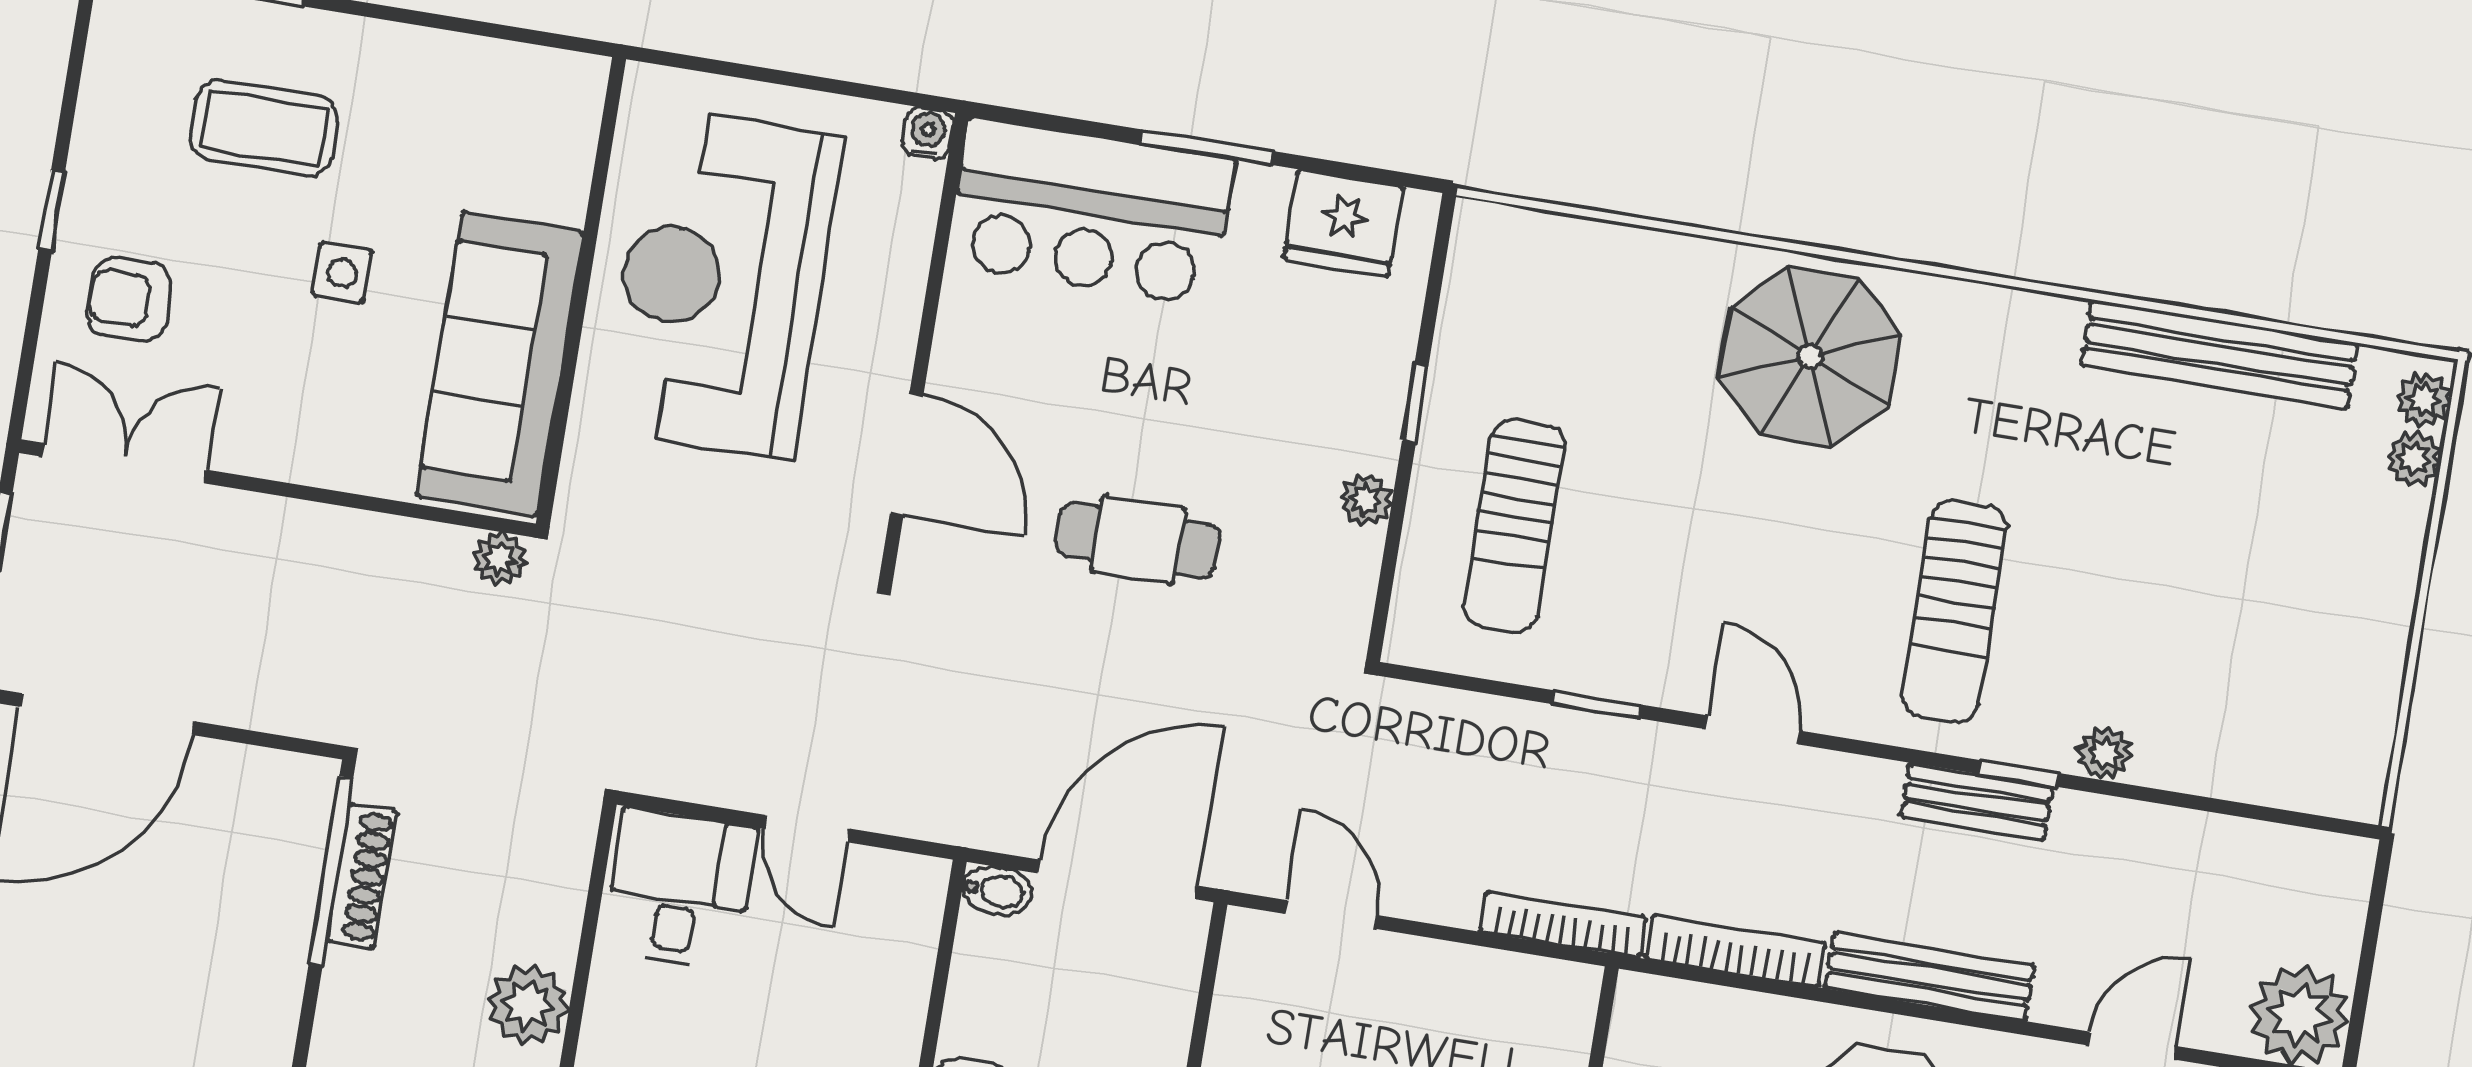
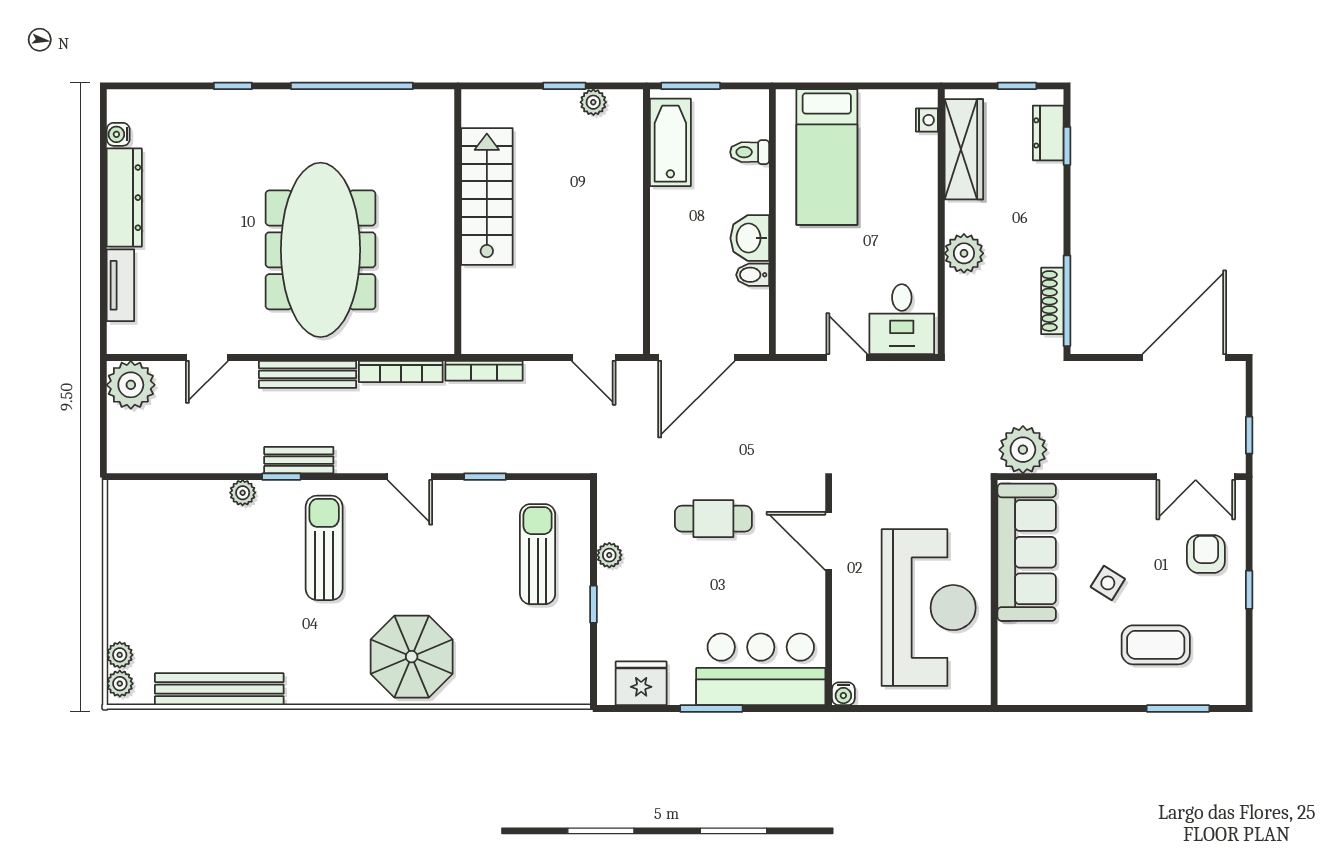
side table: (342, 273) -> (1108, 583), turned 32
armchair: (129, 300) -> (1206, 554), turned -90
plant: (500, 559) -> (1023, 450), width x1.88, depth x1.88
bidet: (997, 891) -> (753, 275), moved

